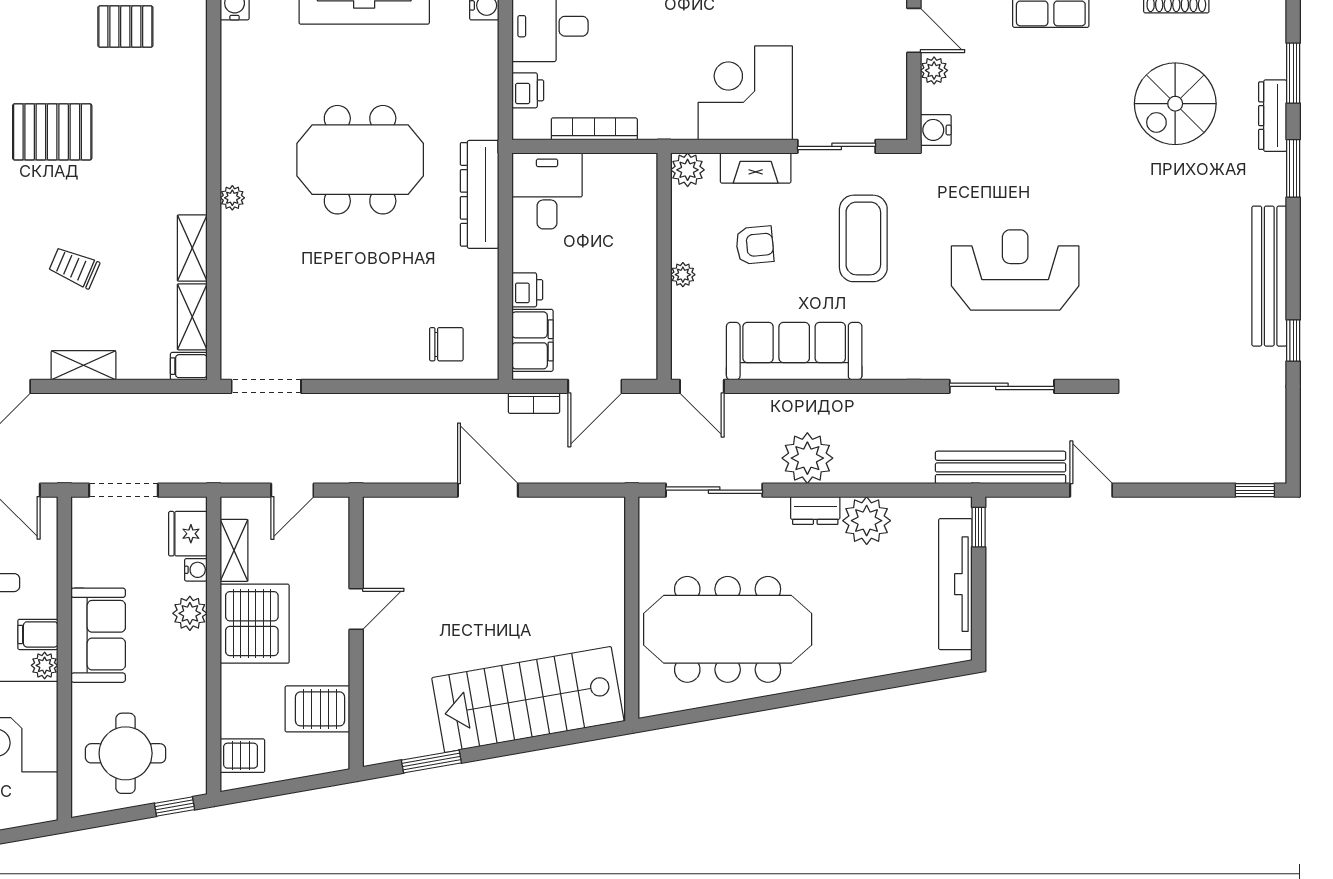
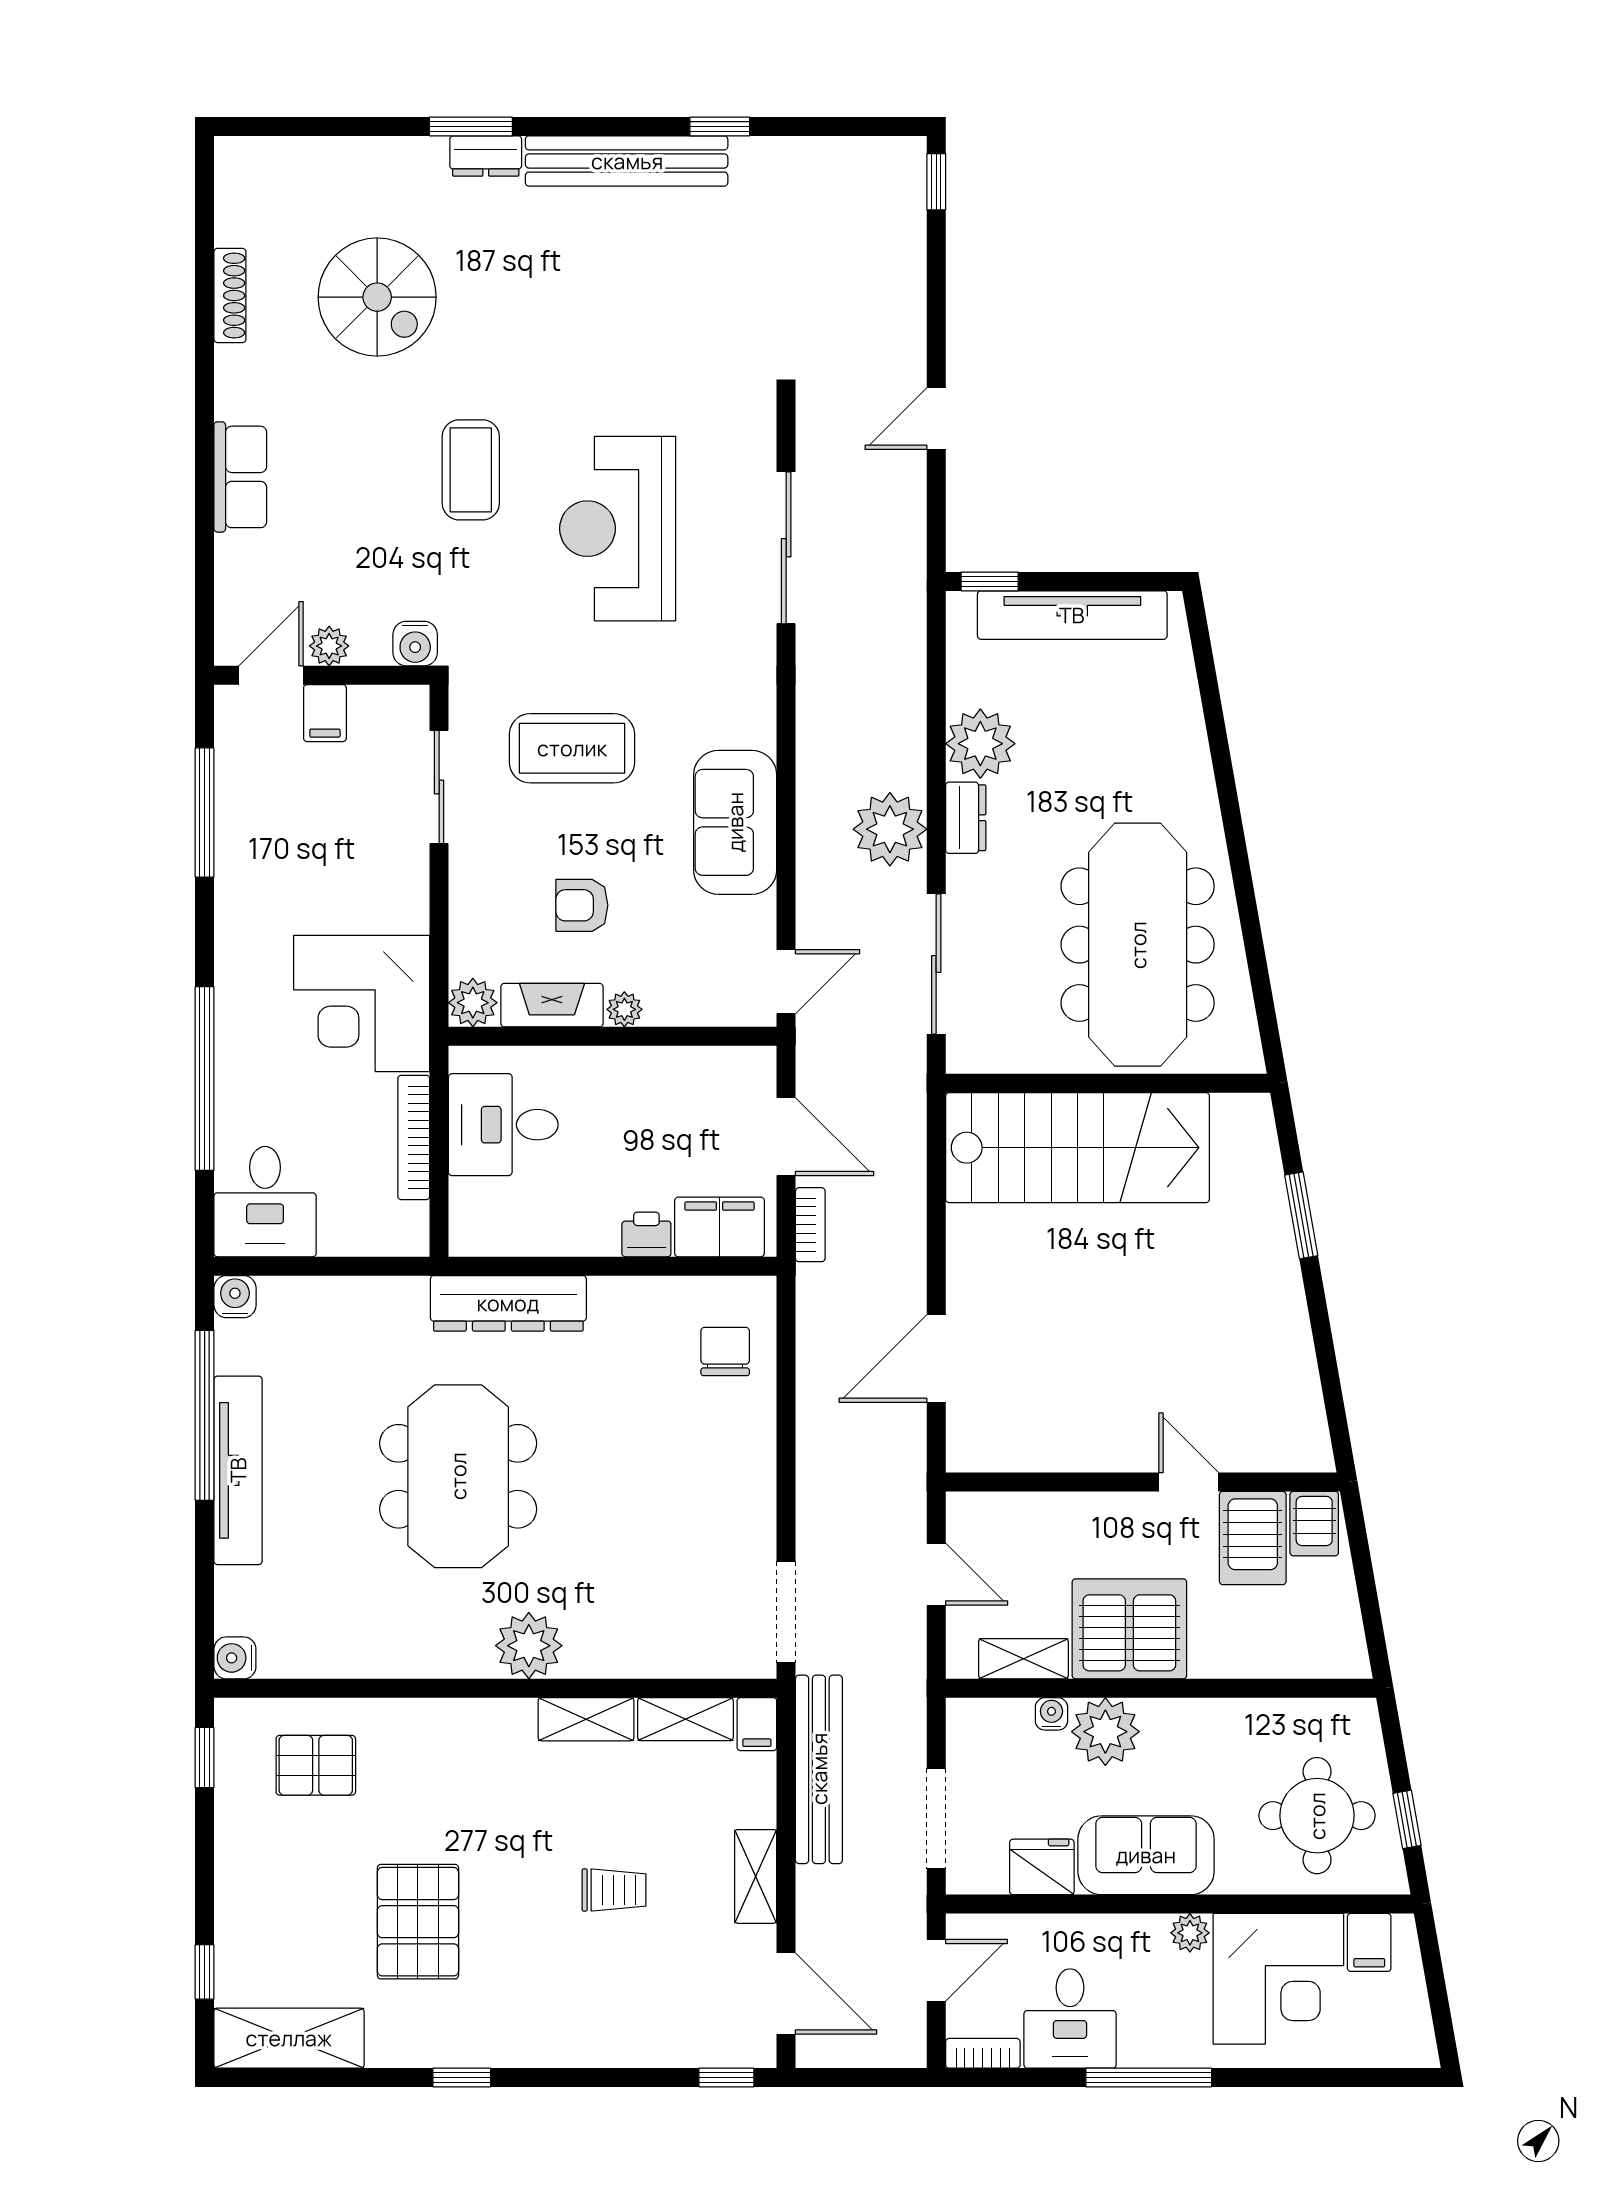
pallet: (125, 27) -> (316, 1765), moved, turned 90
filing cabinet: (888, 68) -> (325, 713), added
window: (1293, 73) -> (333, 126), removed
printer: (528, 90) -> (358, 1234), removed
corner desk: (745, 93) -> (362, 1003), moved
dresser: (1273, 116) -> (486, 156), moved, width x0.70
fireplace: (756, 168) -> (552, 1005), moved, turned -90
coffee table: (1056, 168) -> (471, 470), added
desk: (547, 191) -> (503, 1125), moved
plant: (232, 198) -> (529, 1646), width x1.88, depth x1.88
armchair: (755, 245) -> (582, 905), turned -85
trolley: (74, 267) -> (614, 1890), turned -113
sofa: (794, 351) -> (735, 822), width x0.73
bench: (1000, 467) -> (819, 1769), moved
door: (488, 490) -> (936, 1359), moved
fridge: (188, 534) -> (1042, 1867), moved, turned 180
door: (356, 609) -> (1189, 1482), moved
plant: (190, 613) -> (1105, 1732), width x1.36, depth x1.36
filing cabinet: (38, 634) -> (1369, 1942), moved
stairs: (528, 699) -> (1078, 1148), moved, turned -80
server rack: (242, 756) -> (1314, 1524), moved, turned 180
window: (431, 762) -> (1301, 1215), moved
window: (174, 806) -> (1407, 1819), moved

